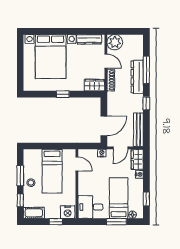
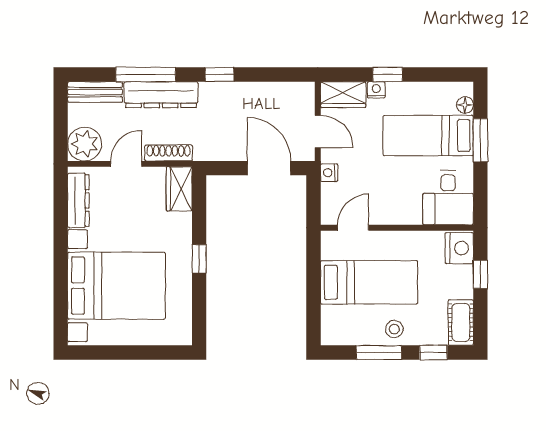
bench: (138, 130) -> (95, 92), moved, width x0.73
window: (146, 199) -> (388, 75), moved

